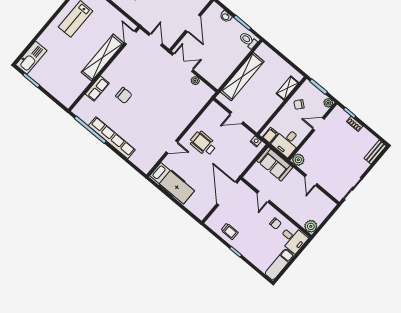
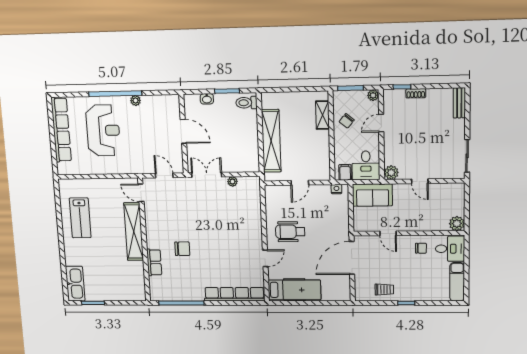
row of seats: (112, 138) -> (234, 294), moved
door: (227, 193) -> (352, 258), hinge flipped

